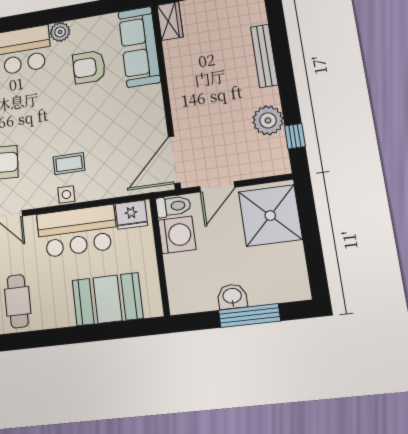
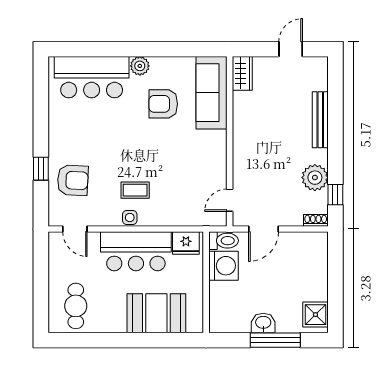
door: (174, 160) -> (230, 200), width x0.53
shoe rack: (276, 169) -> (316, 220), added
shower: (270, 216) -> (315, 315), moved, width x0.54, depth x0.54

